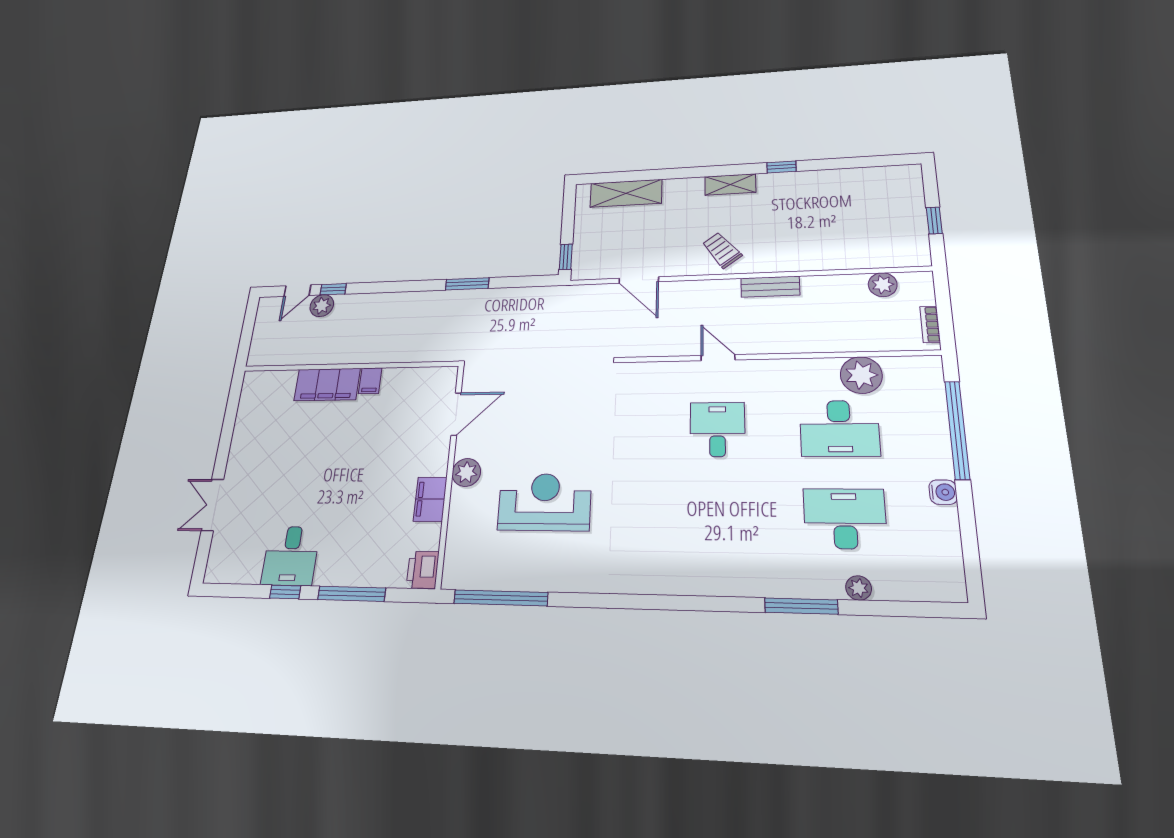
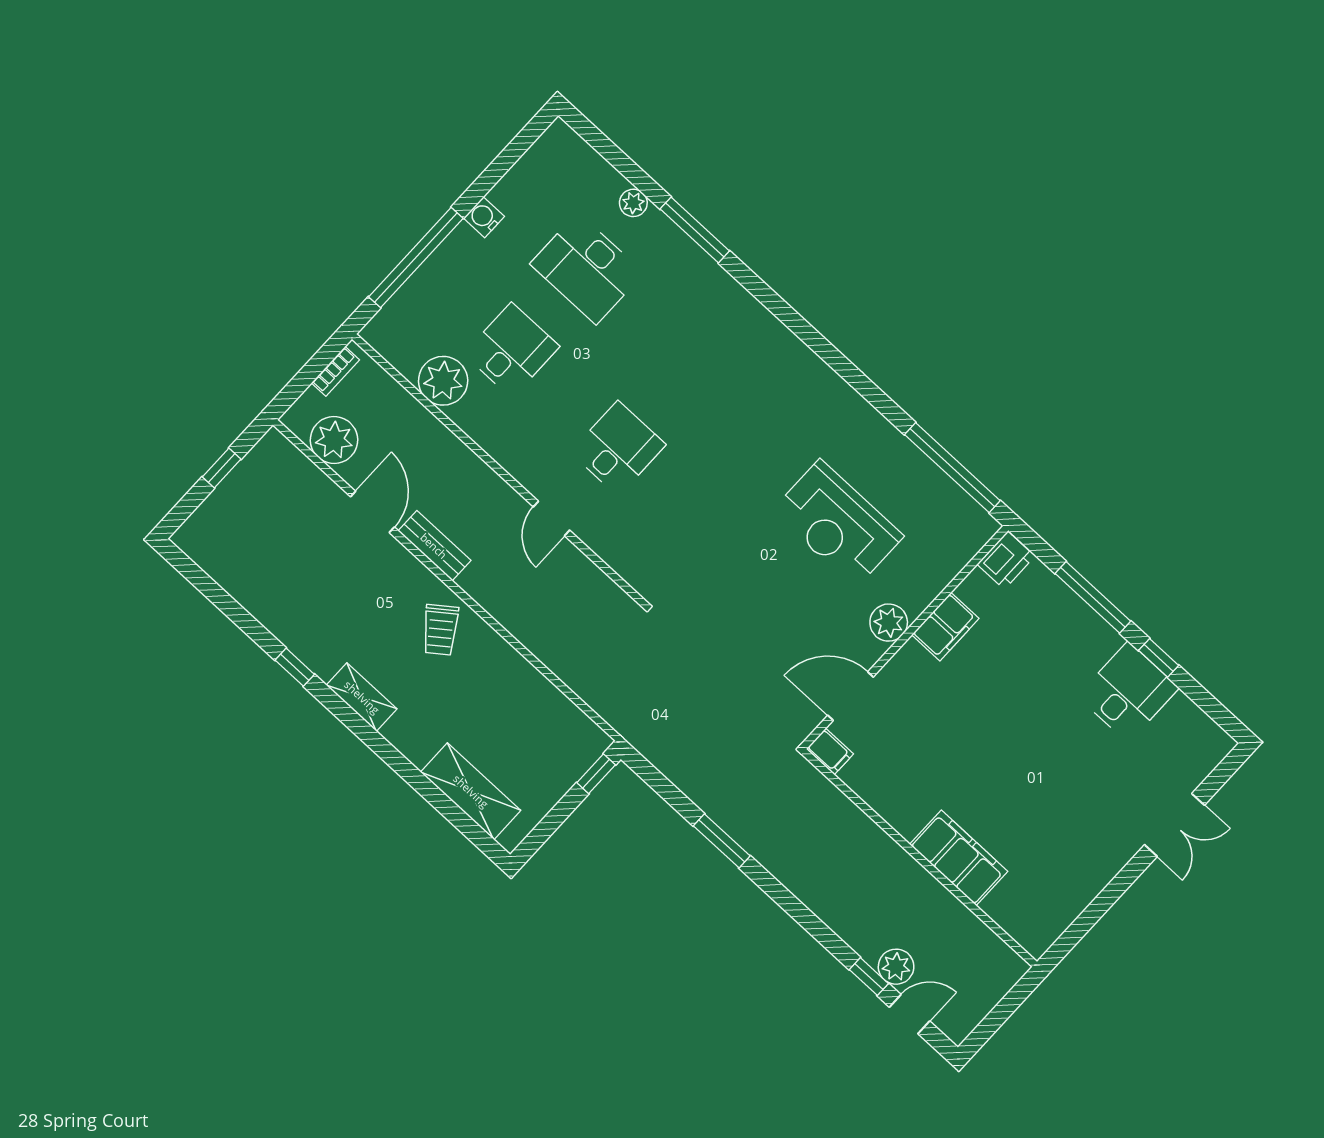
door: (639, 280) -> (372, 512), moved
plant: (883, 285) -> (334, 440), width x1.36, depth x1.36
filing cabinet: (370, 381) -> (830, 751), moved, turned 90
desk: (839, 428) -> (512, 350), width x0.73
desk: (717, 429) -> (618, 448), turned 180

